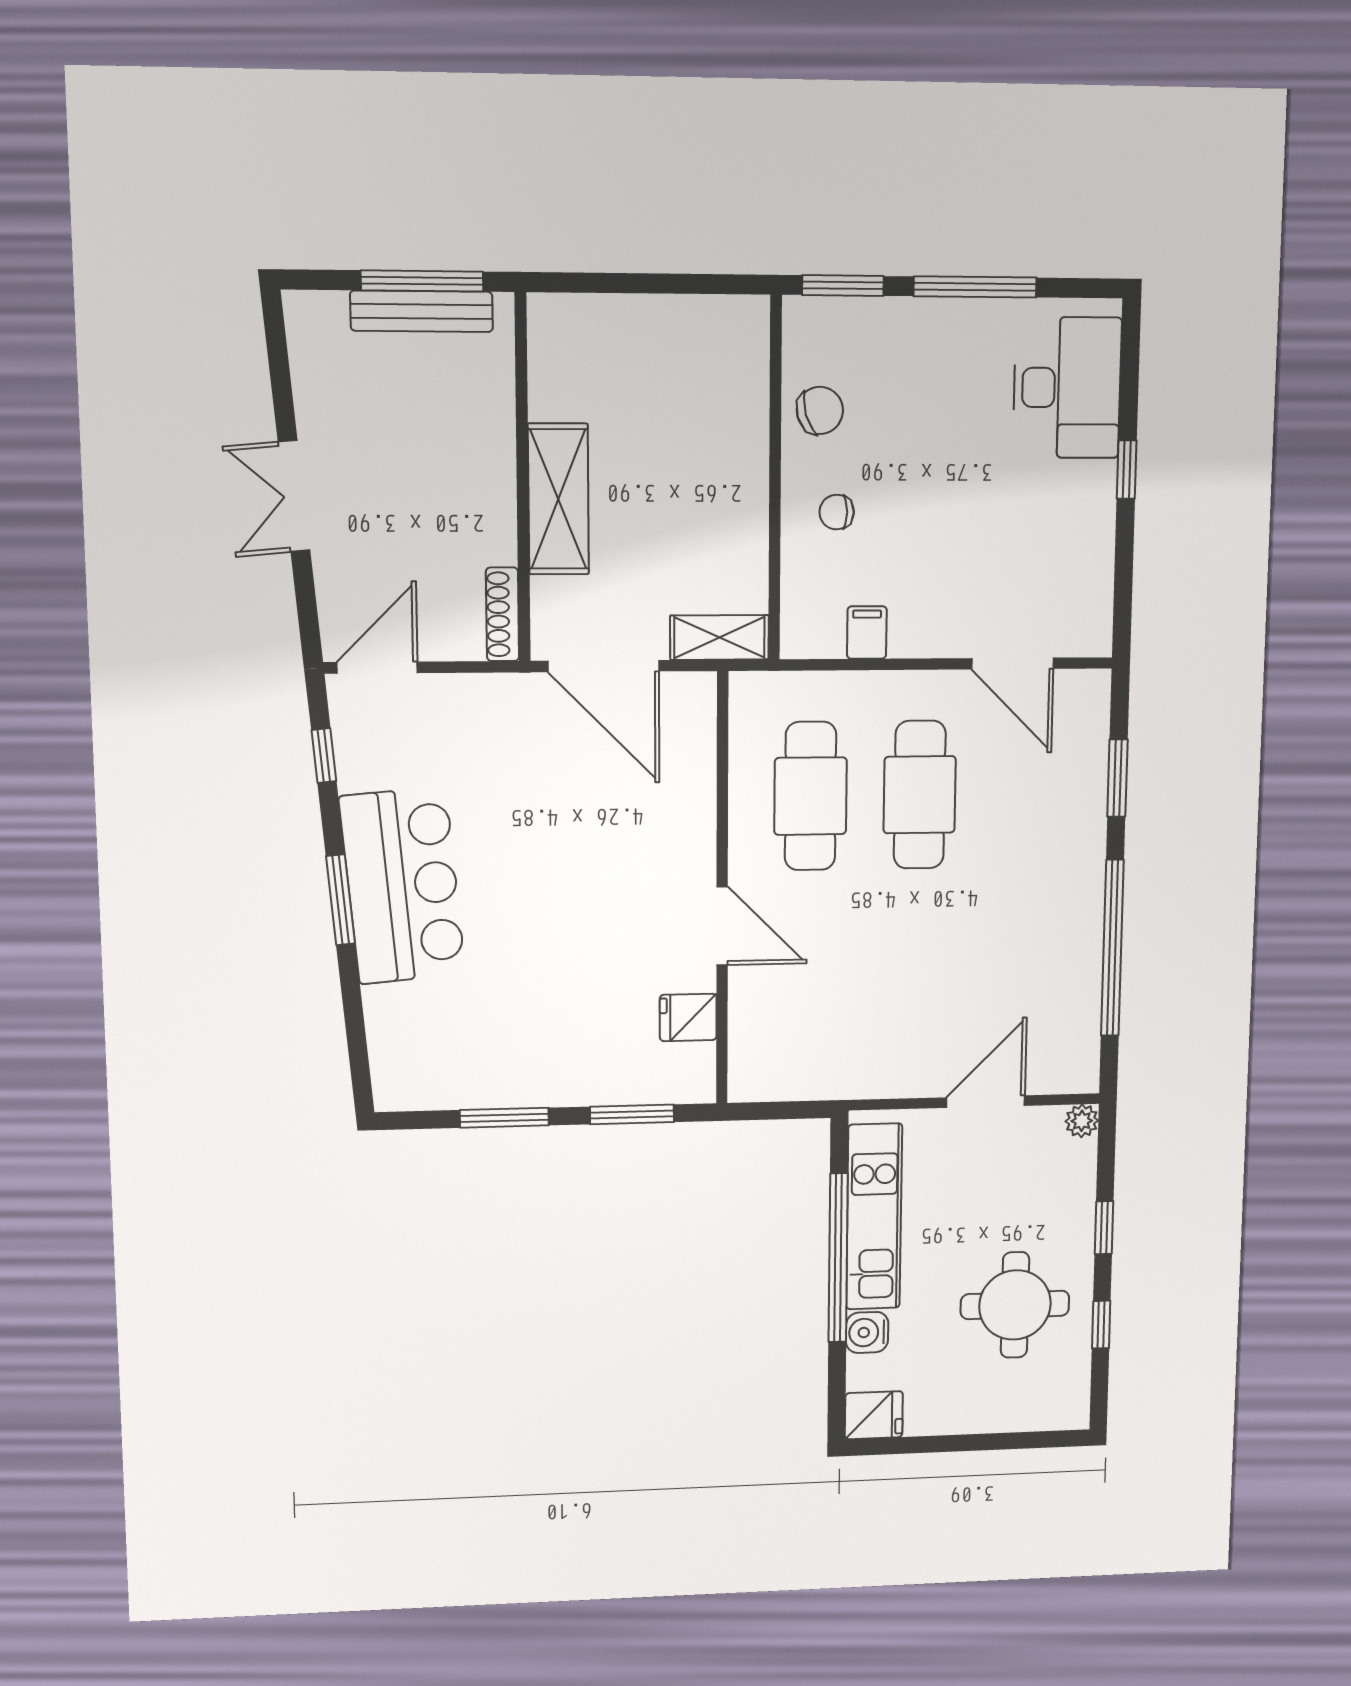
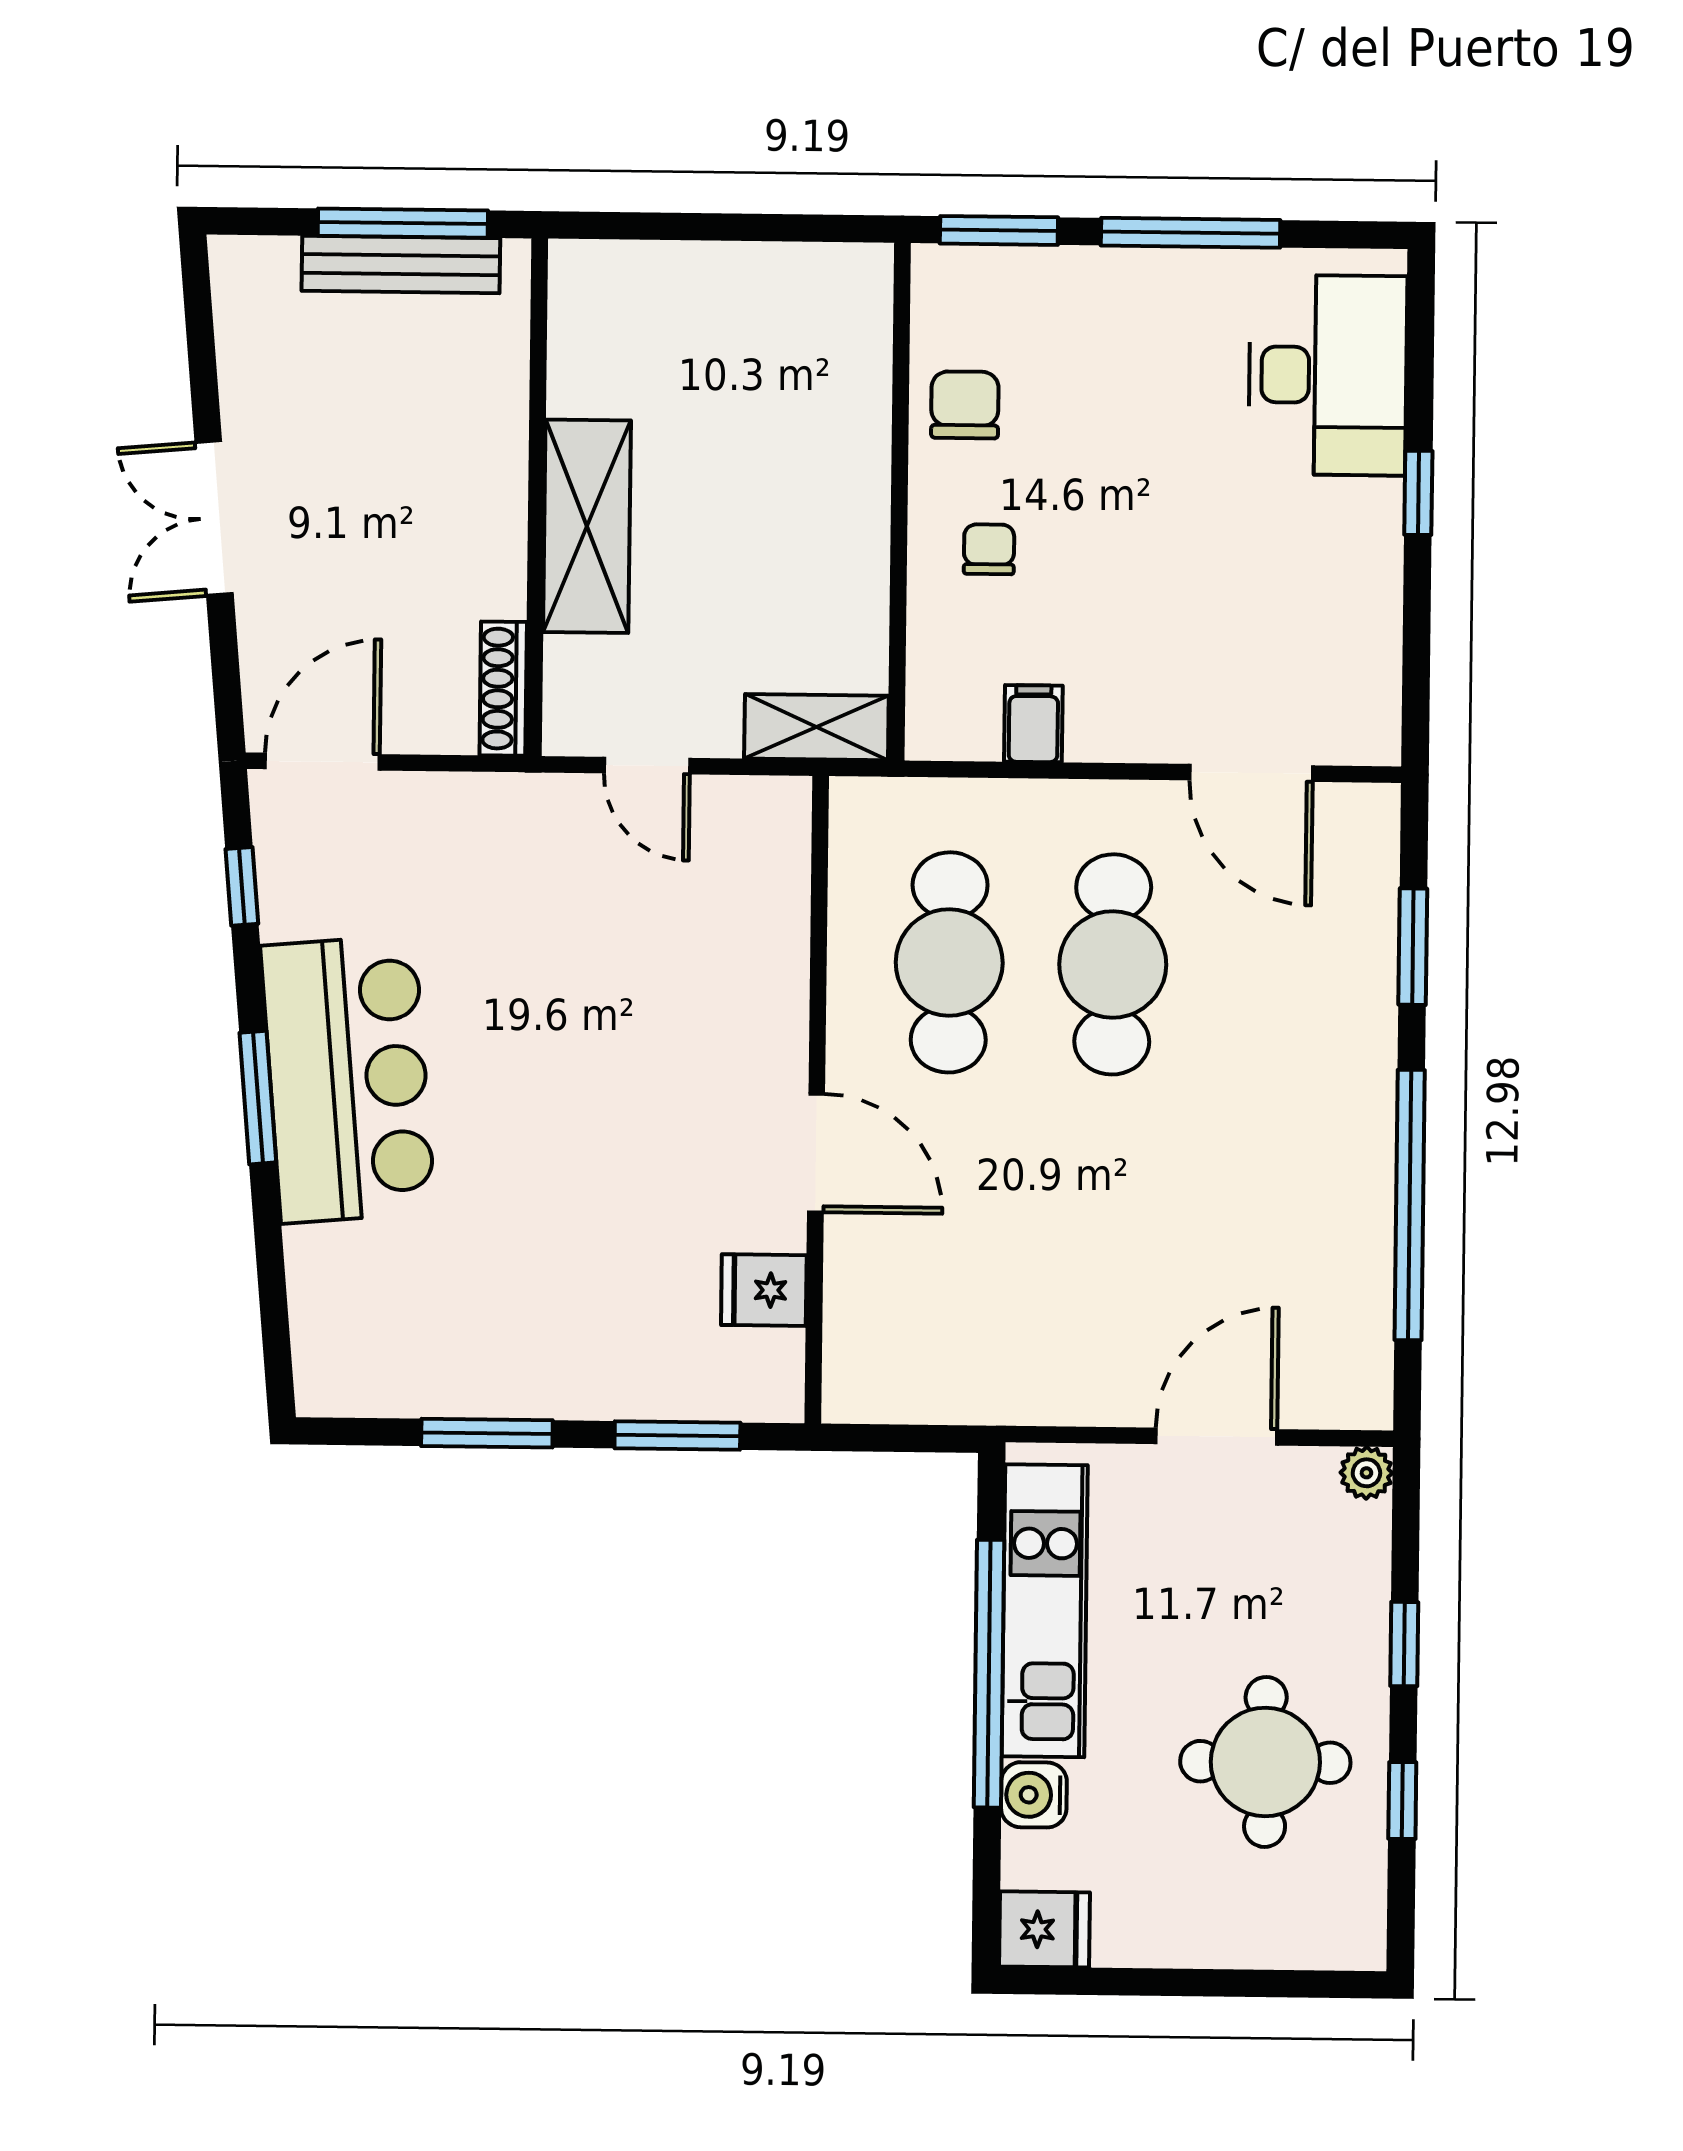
chair: (820, 410) -> (965, 405), turned -73
chair: (837, 512) -> (989, 549), turned 90
door: (603, 666) -> (647, 766), width x0.53

